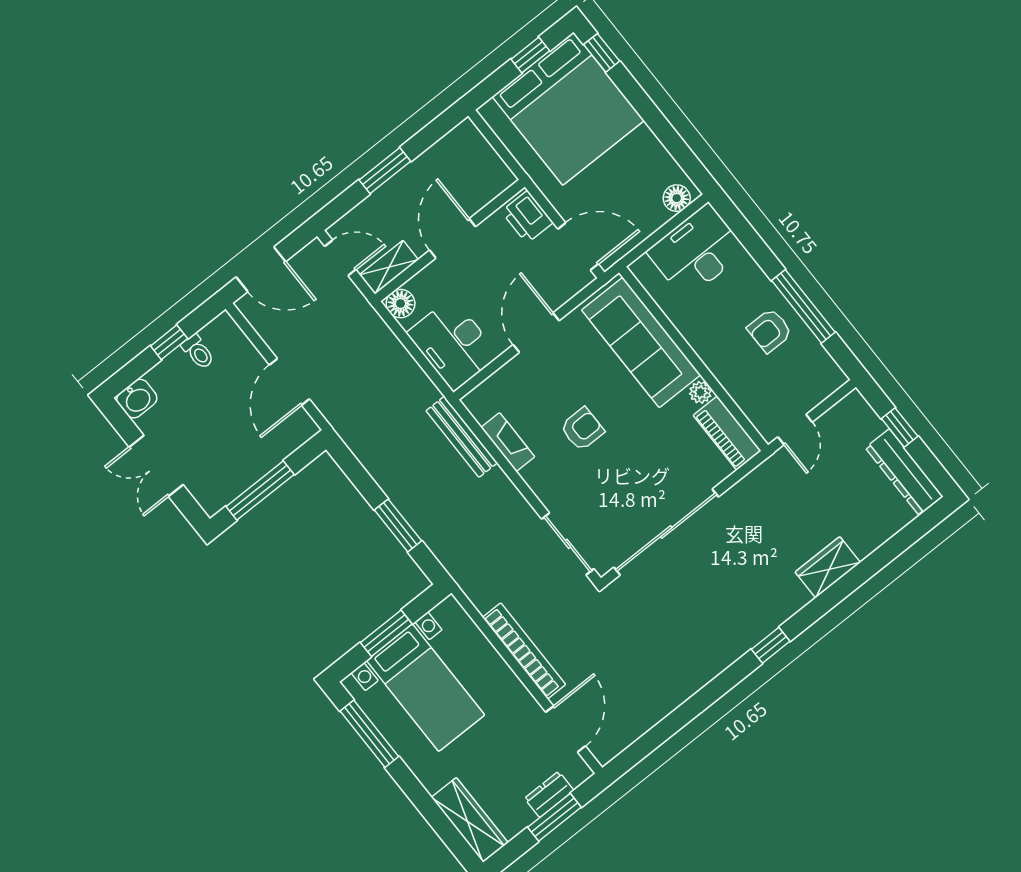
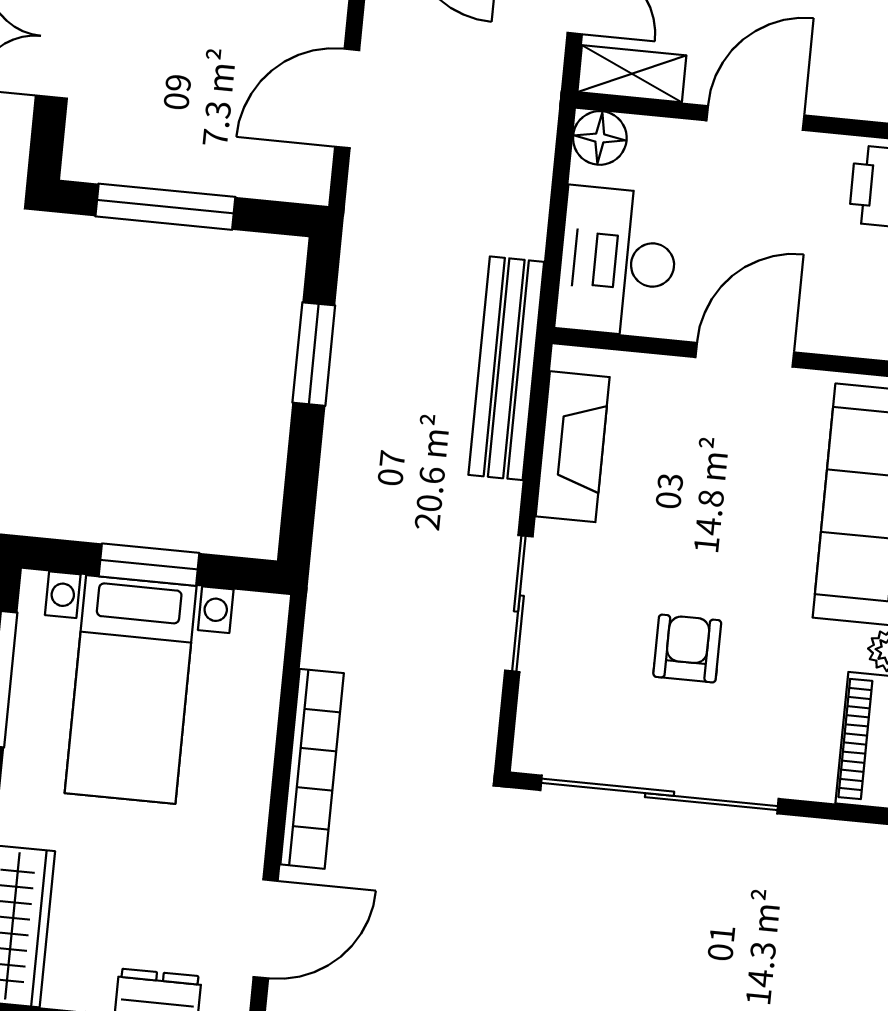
armchair: (582, 429) -> (687, 648), moved, turned -90
bench: (462, 437) -> (506, 368), width x1.37, depth x1.21
fireplace: (508, 442) -> (573, 447), width x1.37, depth x1.32
window: (398, 525) -> (314, 354), moved
sliding door: (568, 544) -> (519, 604), moved

